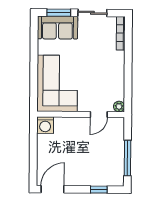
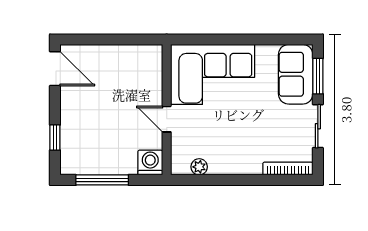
plant: (119, 107) -> (199, 167), moved
door: (99, 115) -> (167, 119), moved
washing machine: (45, 125) -> (150, 163), moved, turned 90

